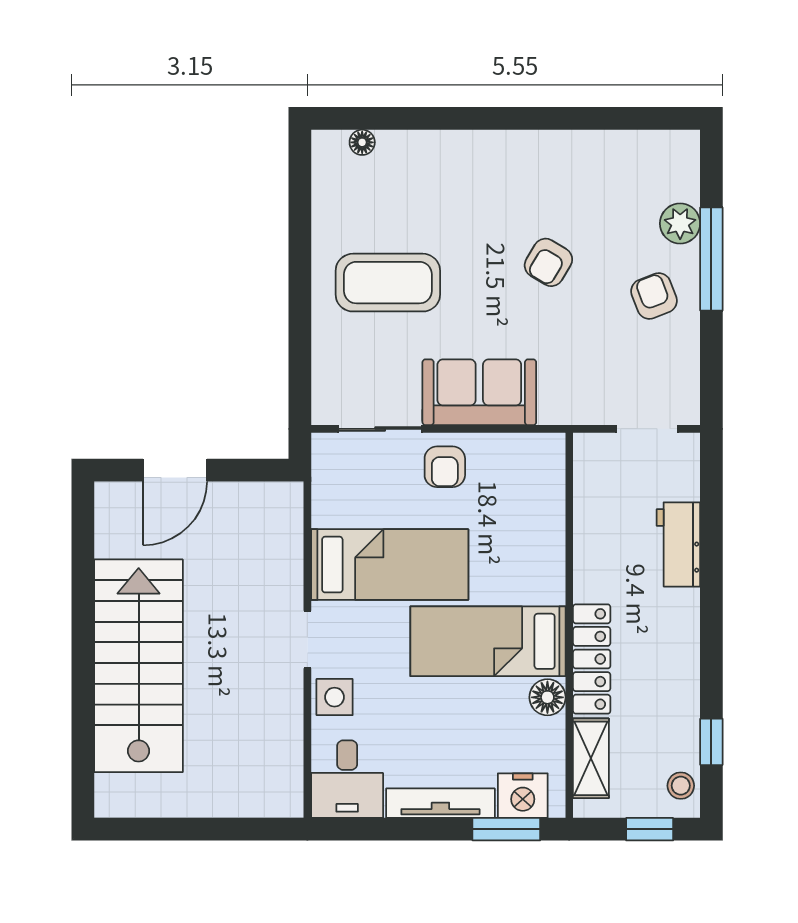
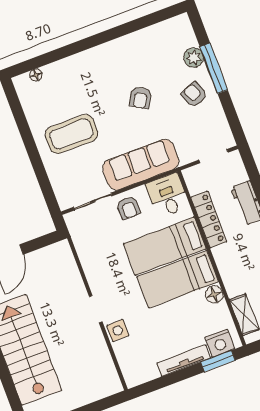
sofa: (479, 392) -> (141, 165), width x1.36
bed: (390, 565) -> (165, 246), moved, turned 180
locker: (592, 659) -> (209, 219), moved
desk: (347, 779) -> (168, 195), moved, turned 180

